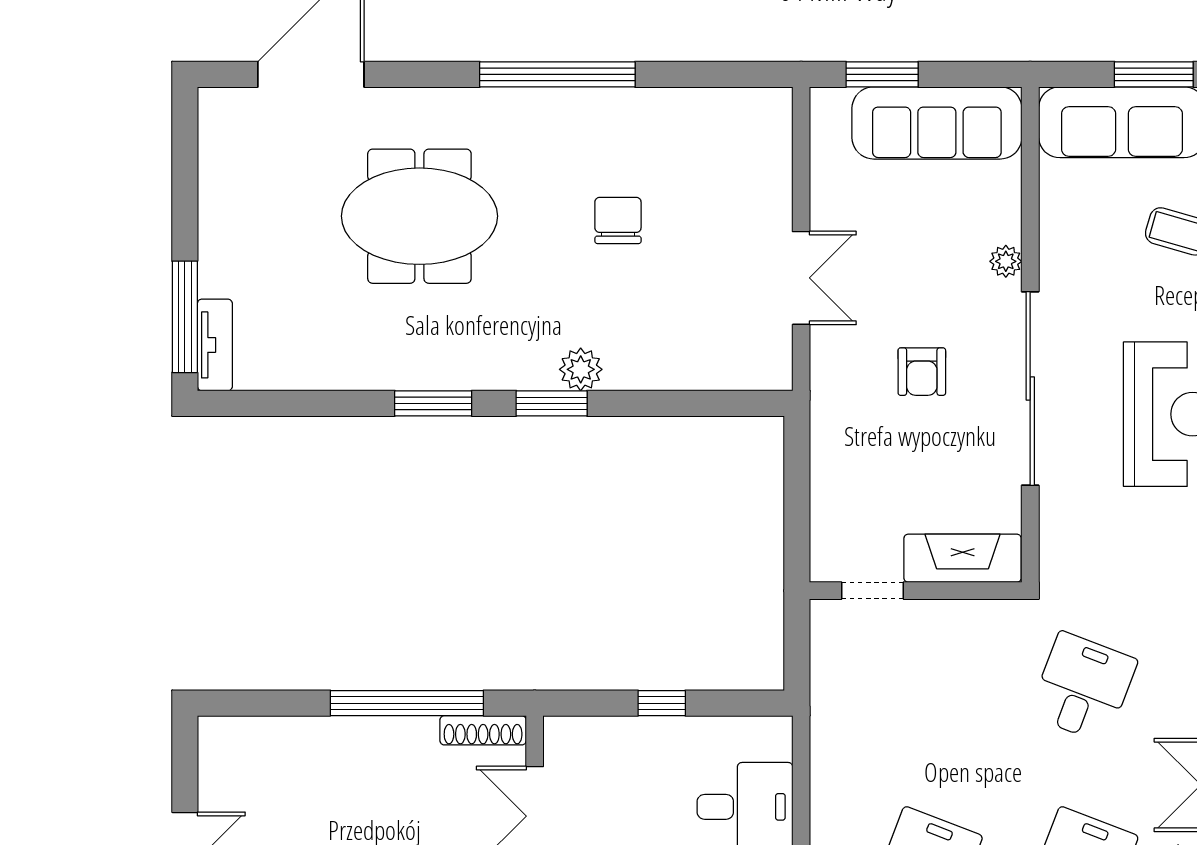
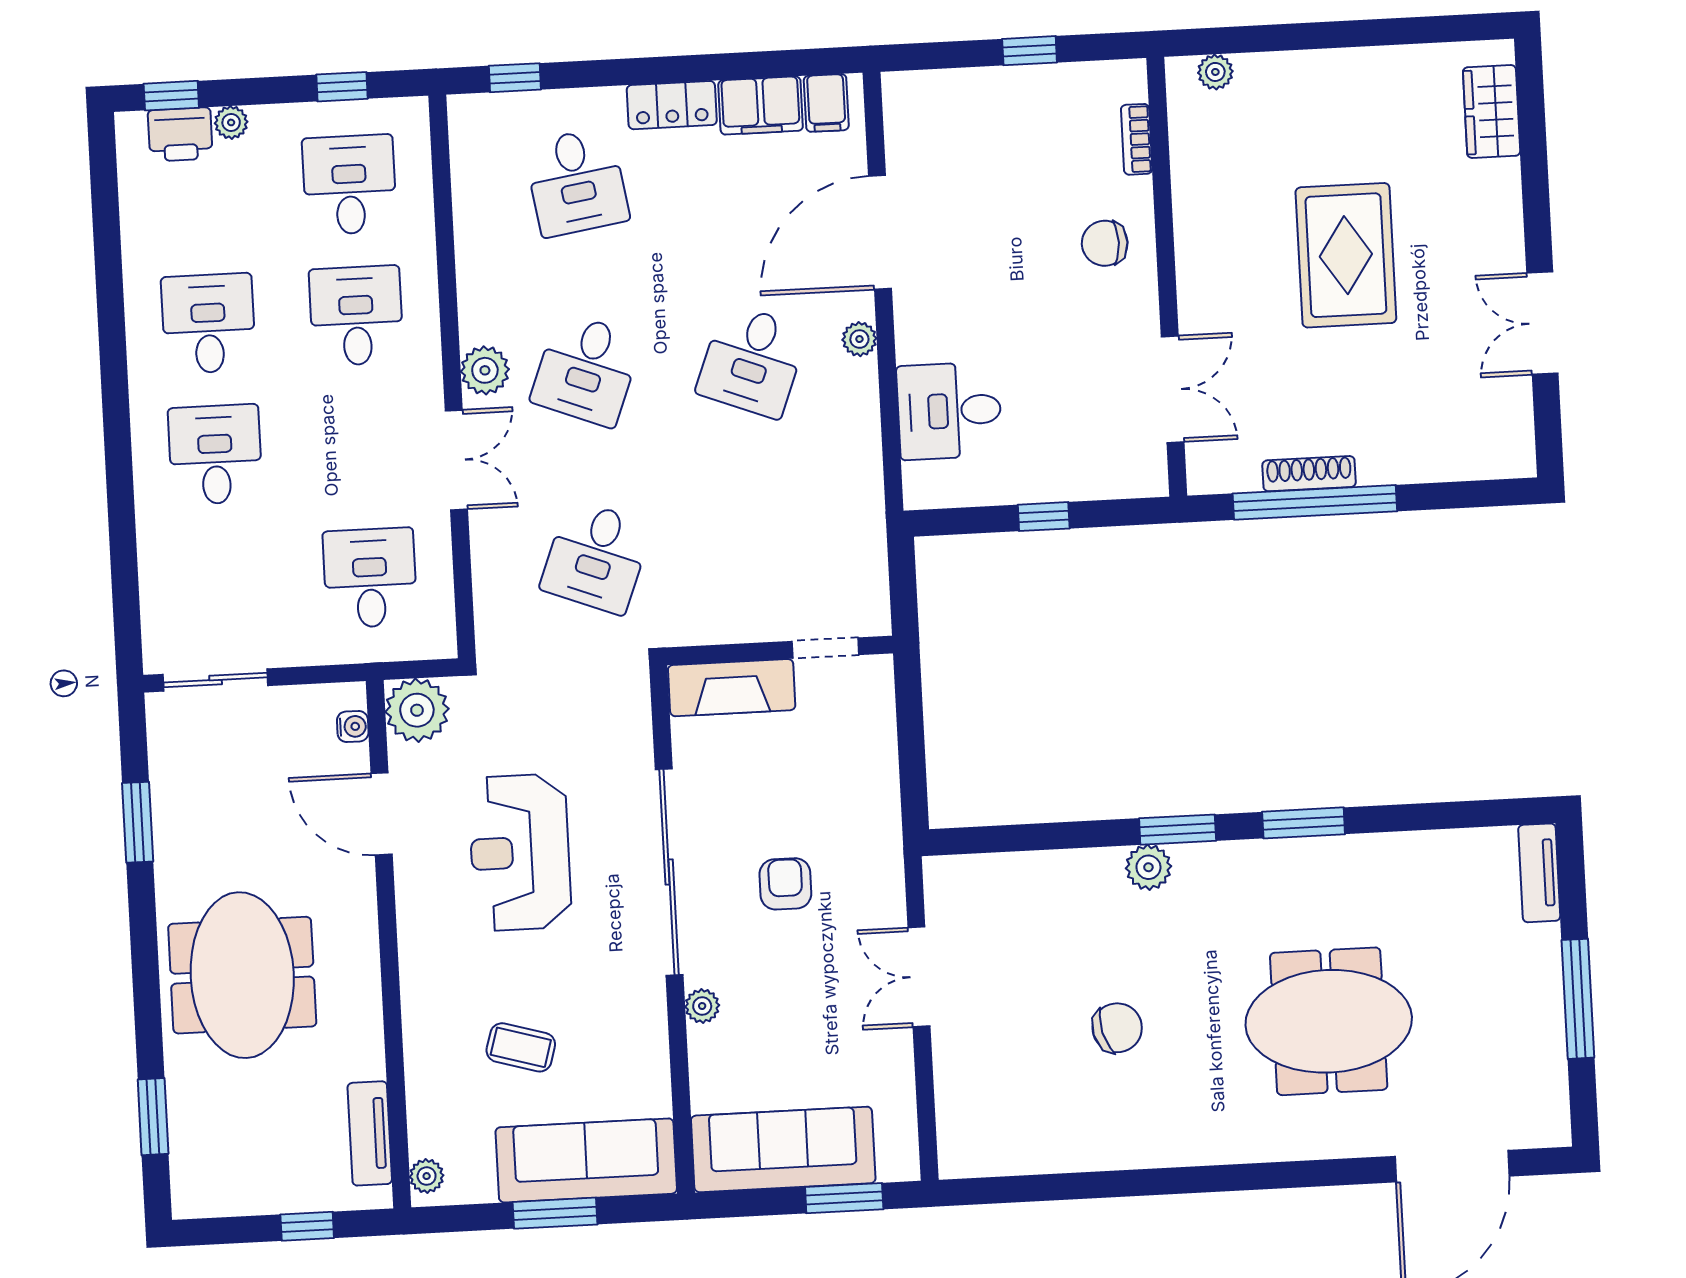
window: (557, 74) -> (1190, 1180), removed
chair: (618, 220) -> (1117, 1028), turned -105
window: (185, 317) -> (1578, 999), moved
shoe rack: (483, 730) -> (1309, 474), moved

